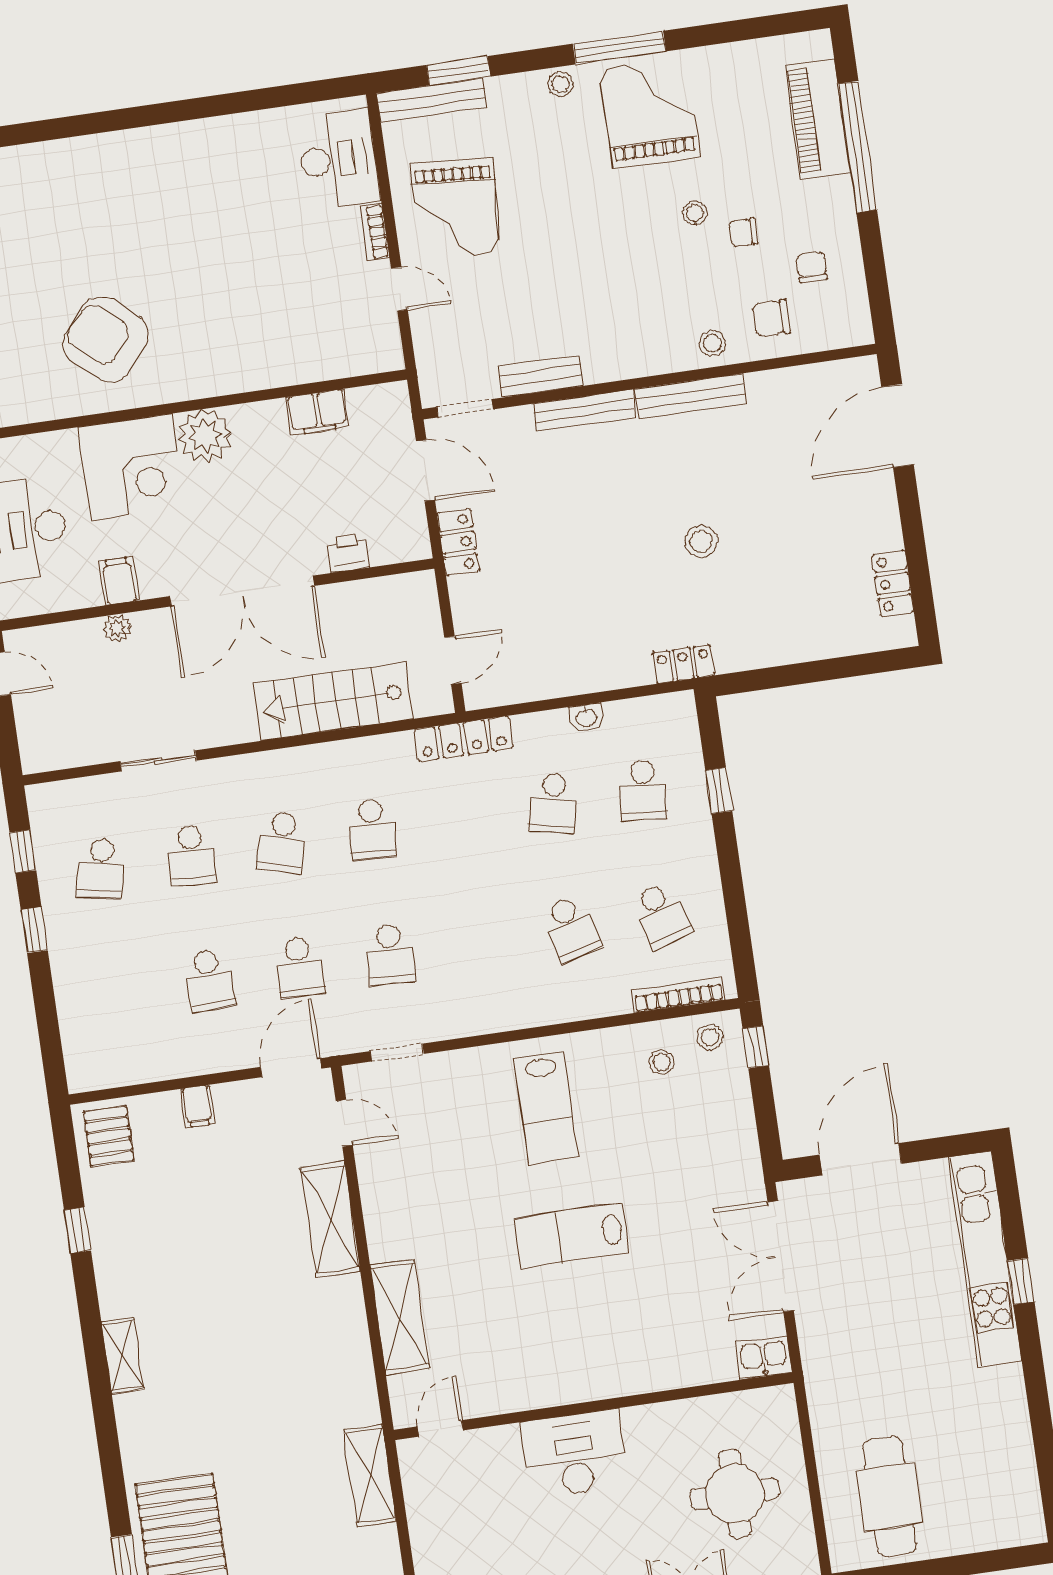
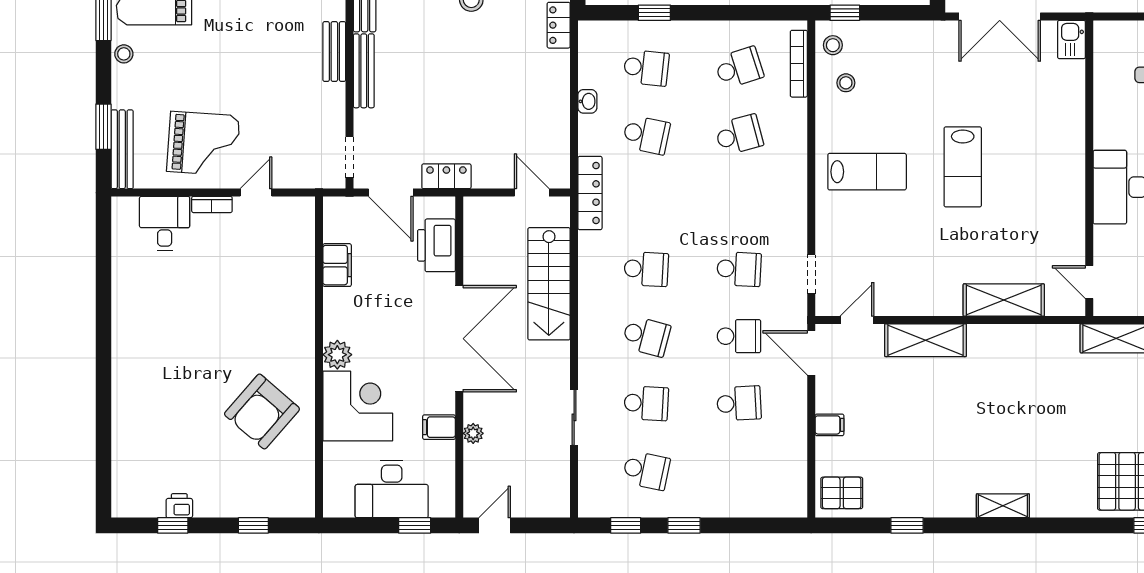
desk: (338, 159) -> (165, 223), width x0.73
bench: (541, 376) -> (334, 52), moved
plant: (205, 436) -> (337, 355), width x0.73, depth x0.73
door: (426, 470) -> (391, 193), swing flipped
printer: (348, 553) -> (436, 245), width x1.87, depth x1.48

